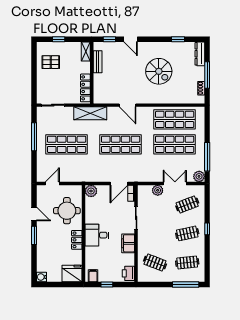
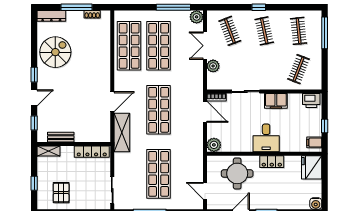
window: (178, 39) -> (34, 75), moved
spiral stairs: (159, 71) -> (55, 52), moved
shelving: (90, 113) -> (122, 132), moved

